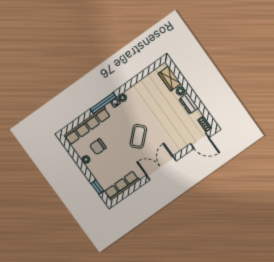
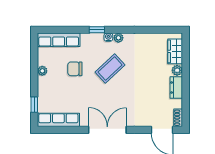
window: (103, 103) -> (97, 30), width x0.46
row of seats: (87, 126) -> (59, 40), width x0.73
coffee table: (138, 136) -> (110, 69), moved
chair: (98, 147) -> (75, 69), moved

